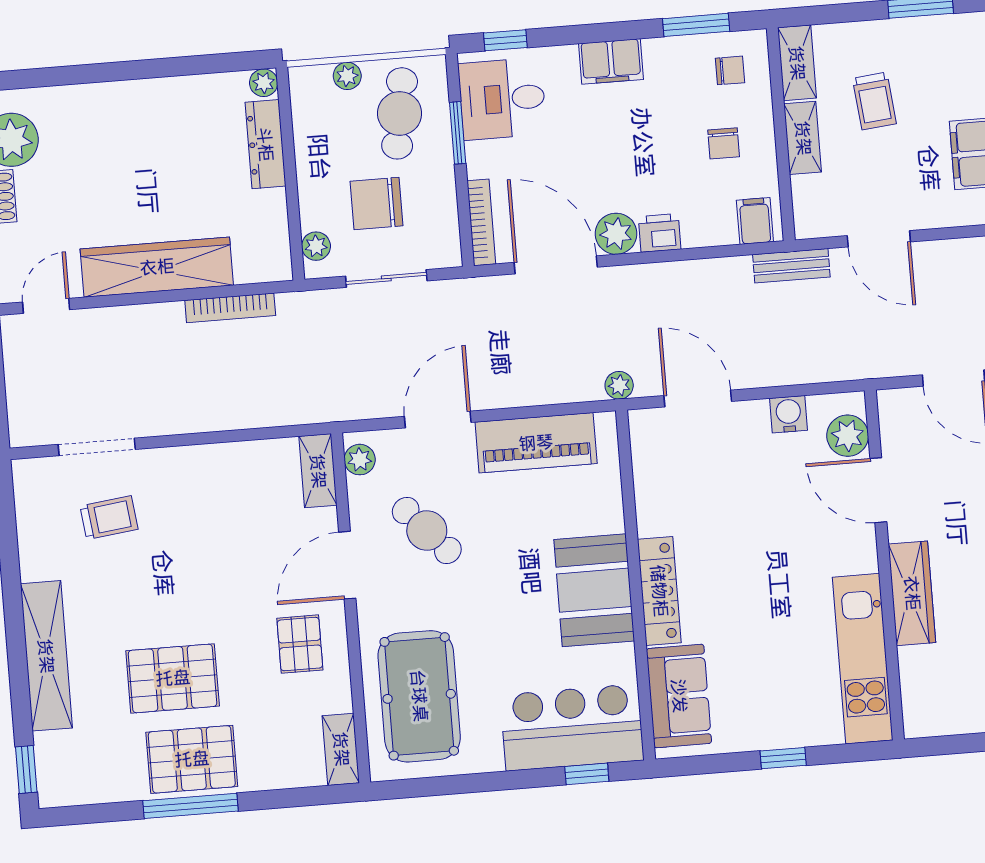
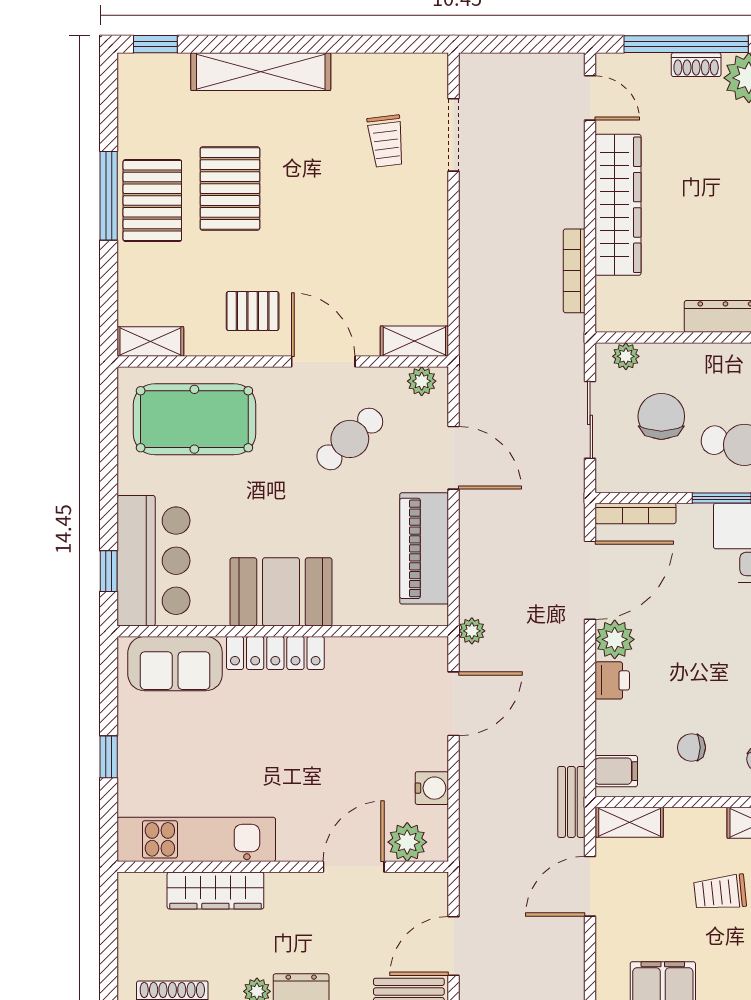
shelving: (803, 138) -> (630, 822), moved
wardrobe: (912, 593) -> (215, 891), moved

